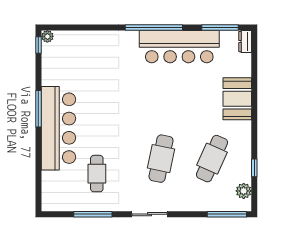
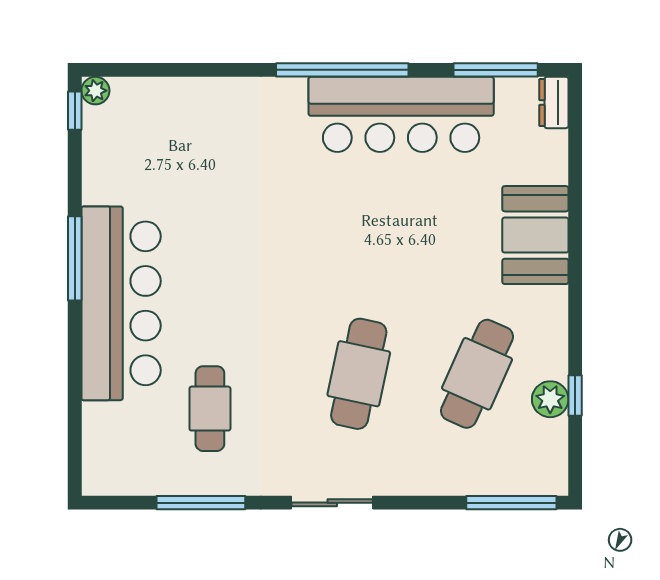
plant: (244, 191) -> (550, 399), moved

